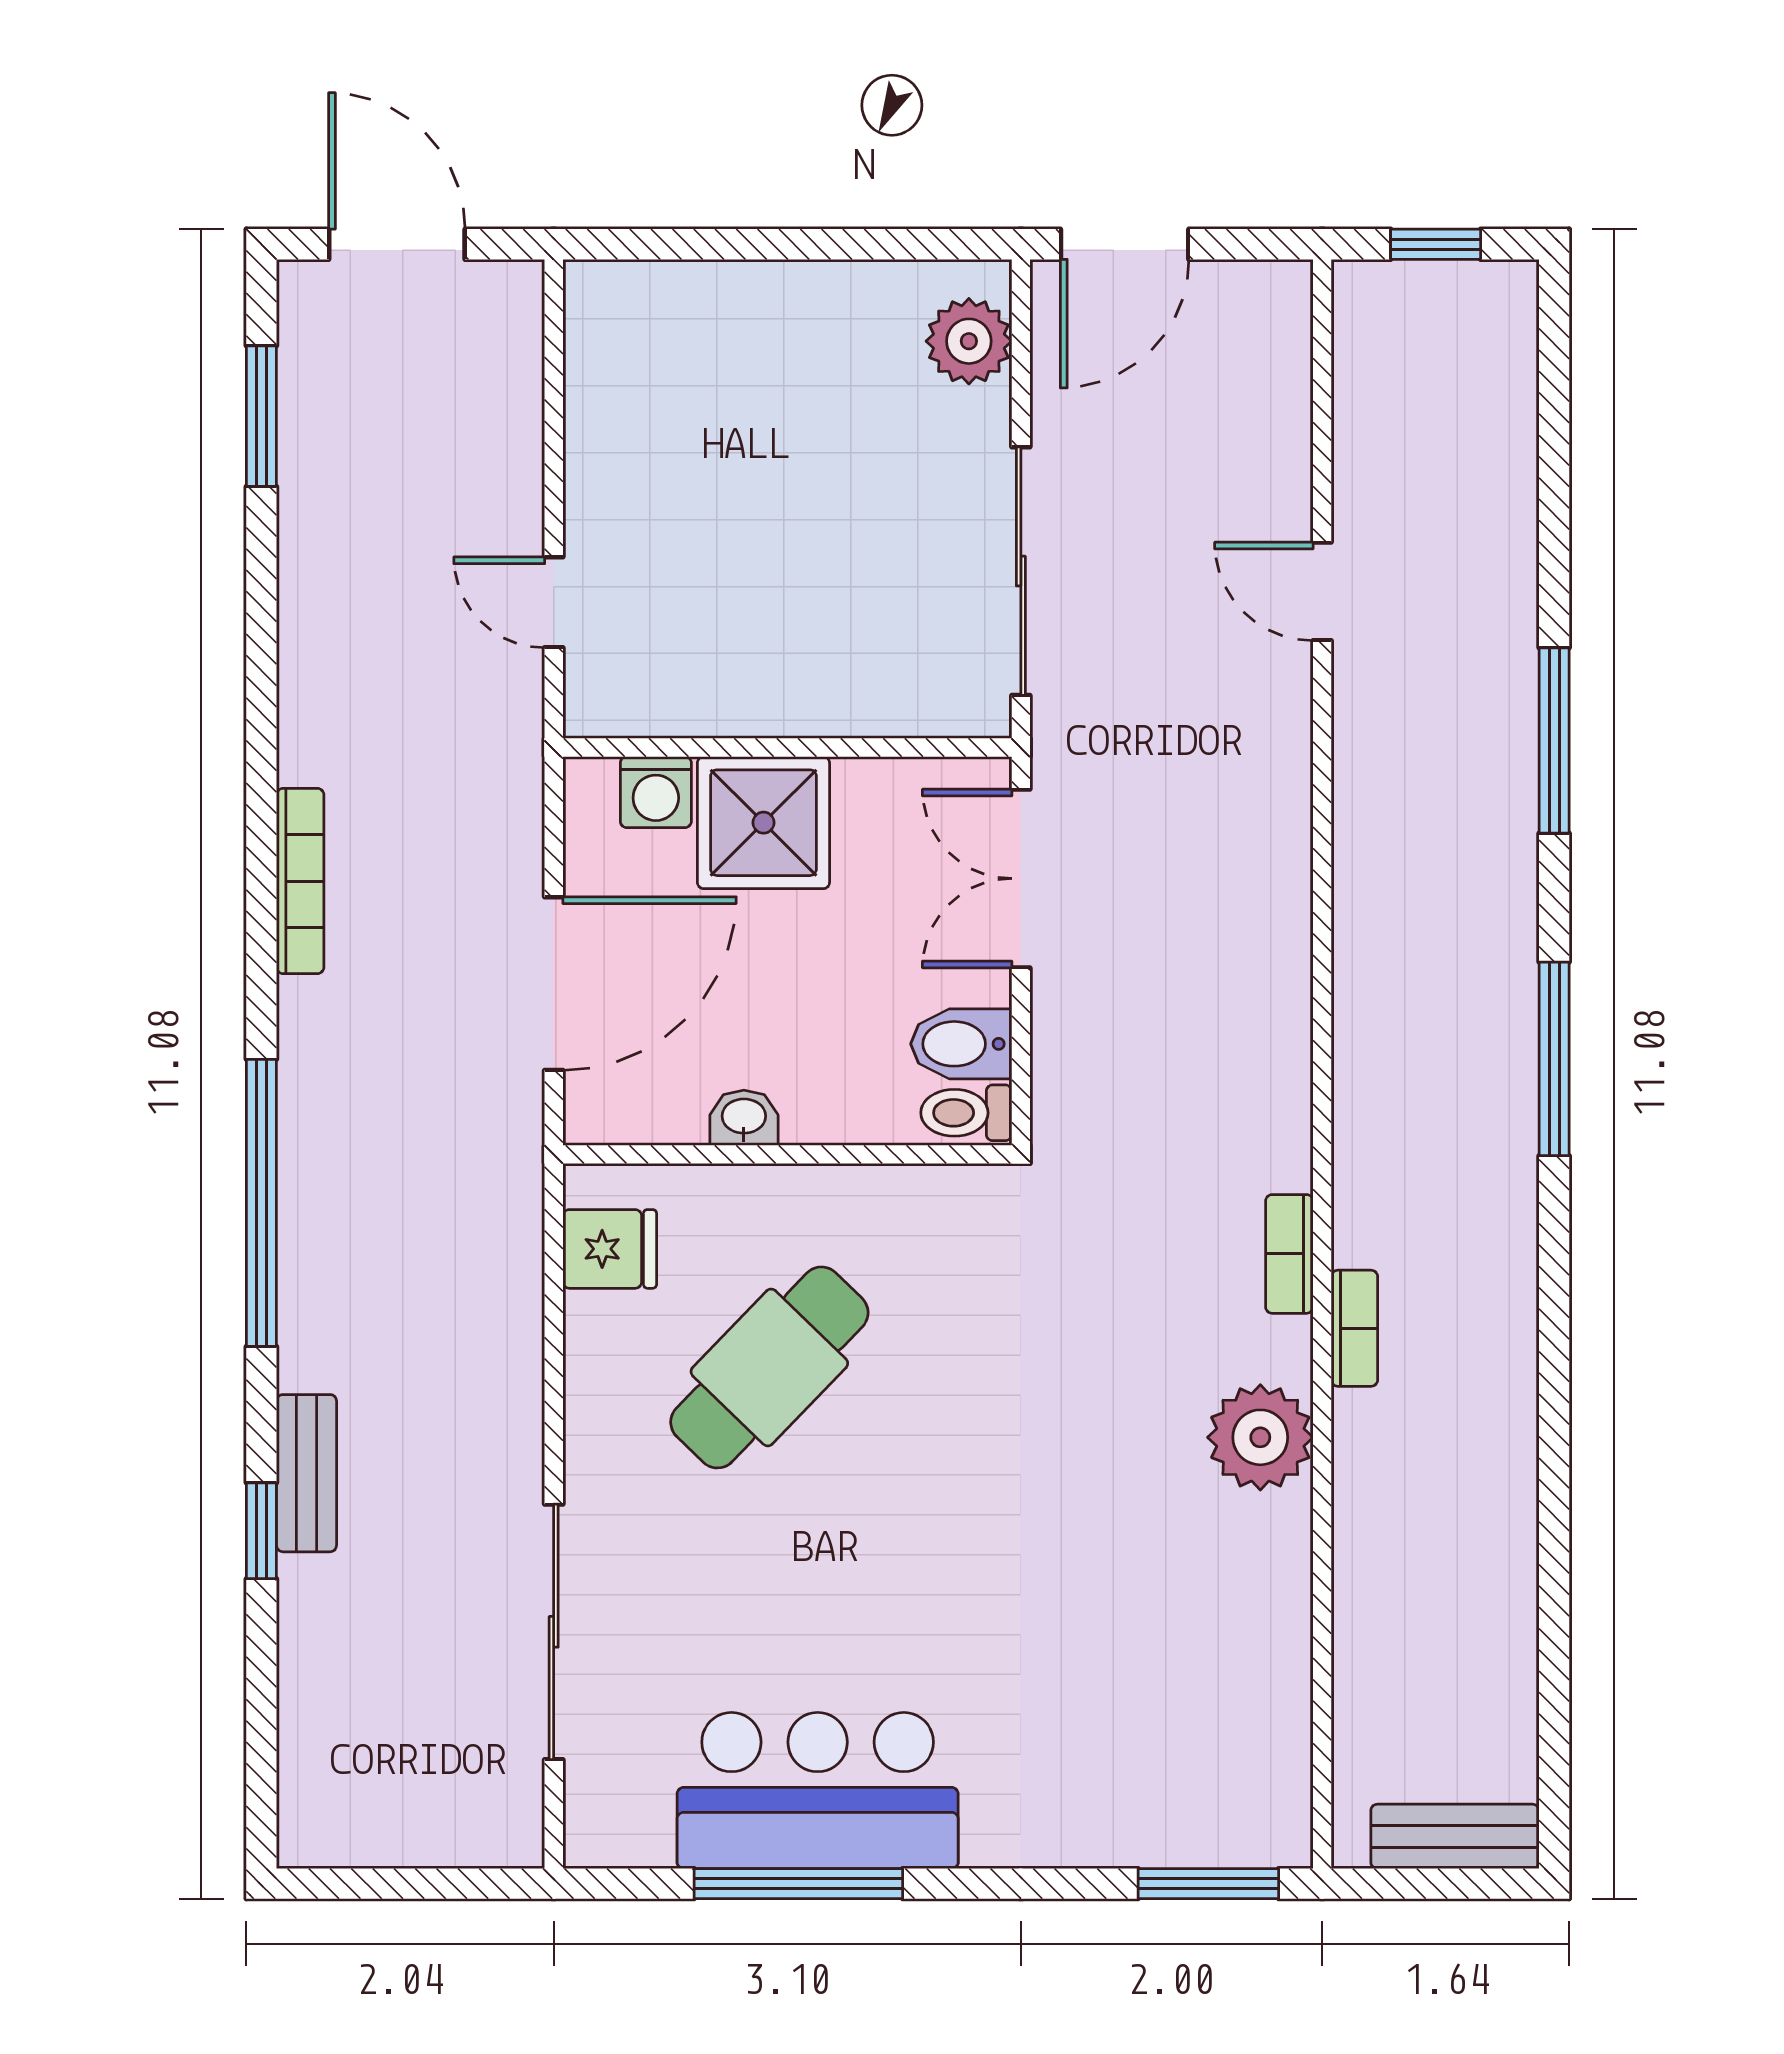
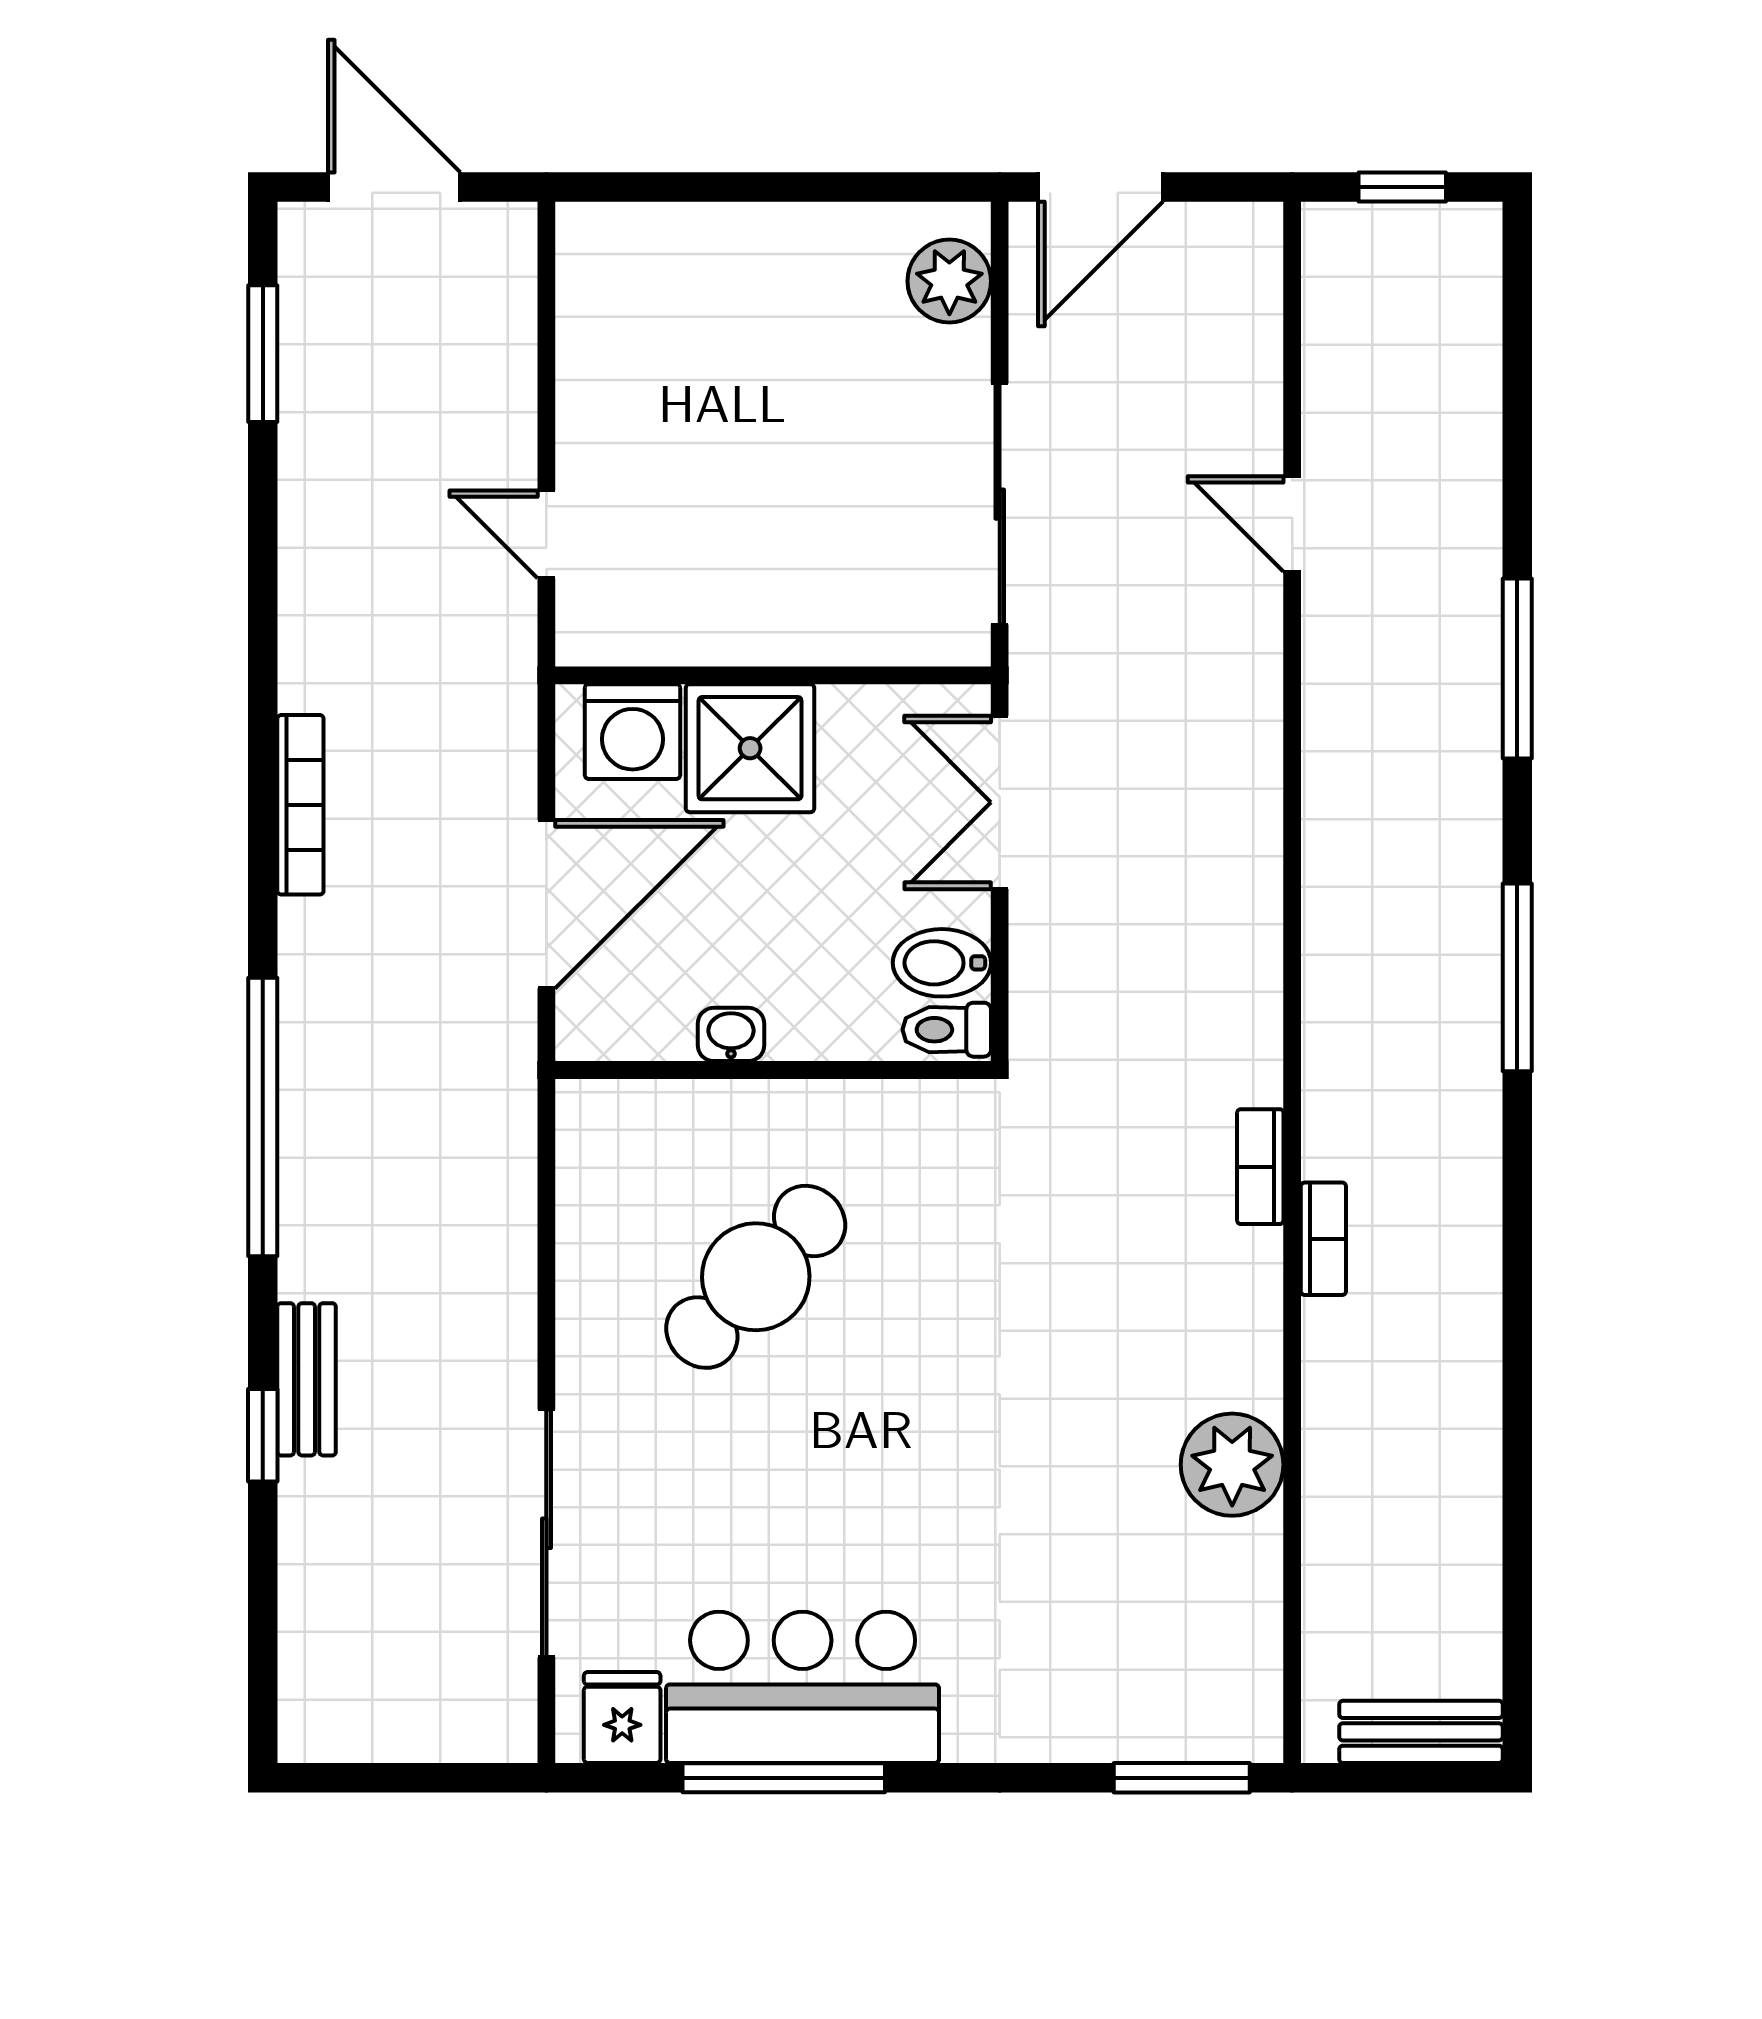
washing machine: (656, 792) -> (633, 732), width x1.38, depth x1.38
fridge: (610, 1249) -> (622, 1717), moved, turned -90
plant: (1260, 1437) -> (1232, 1465), moved

